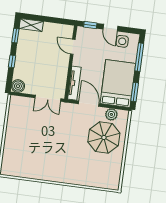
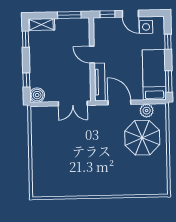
window: (57, 20) -> (69, 15), added
door: (73, 47) -> (92, 55), moved
window: (139, 57) -> (168, 42), width x0.46
window: (12, 61) -> (26, 80), moved
bed: (118, 84) -> (154, 75), width x0.67

